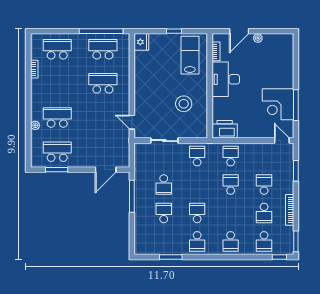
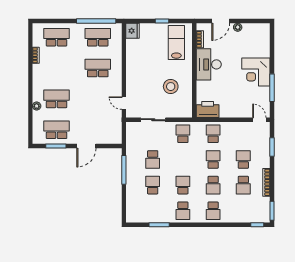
corner desk: (278, 104) -> (256, 72), moved
door: (106, 170) -> (86, 146), moved
school desk: (264, 241) -> (213, 185), moved

